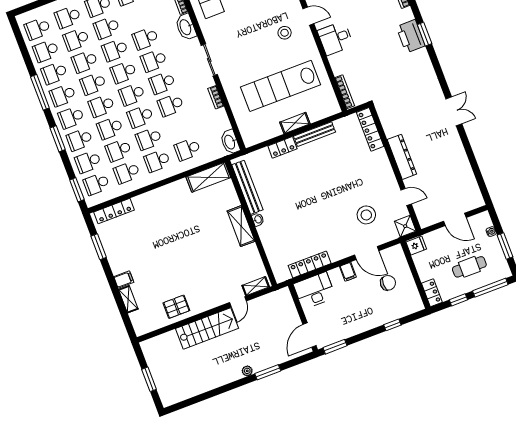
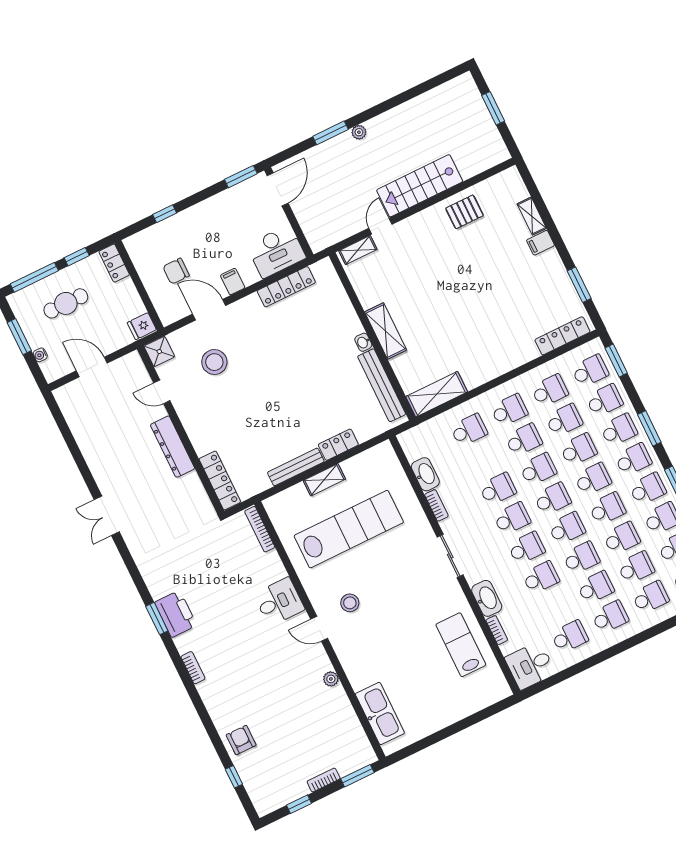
washbasin: (230, 142) -> (425, 474), moved

